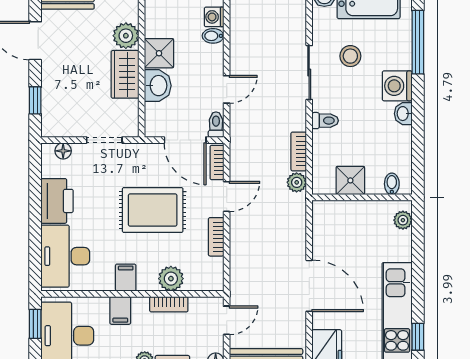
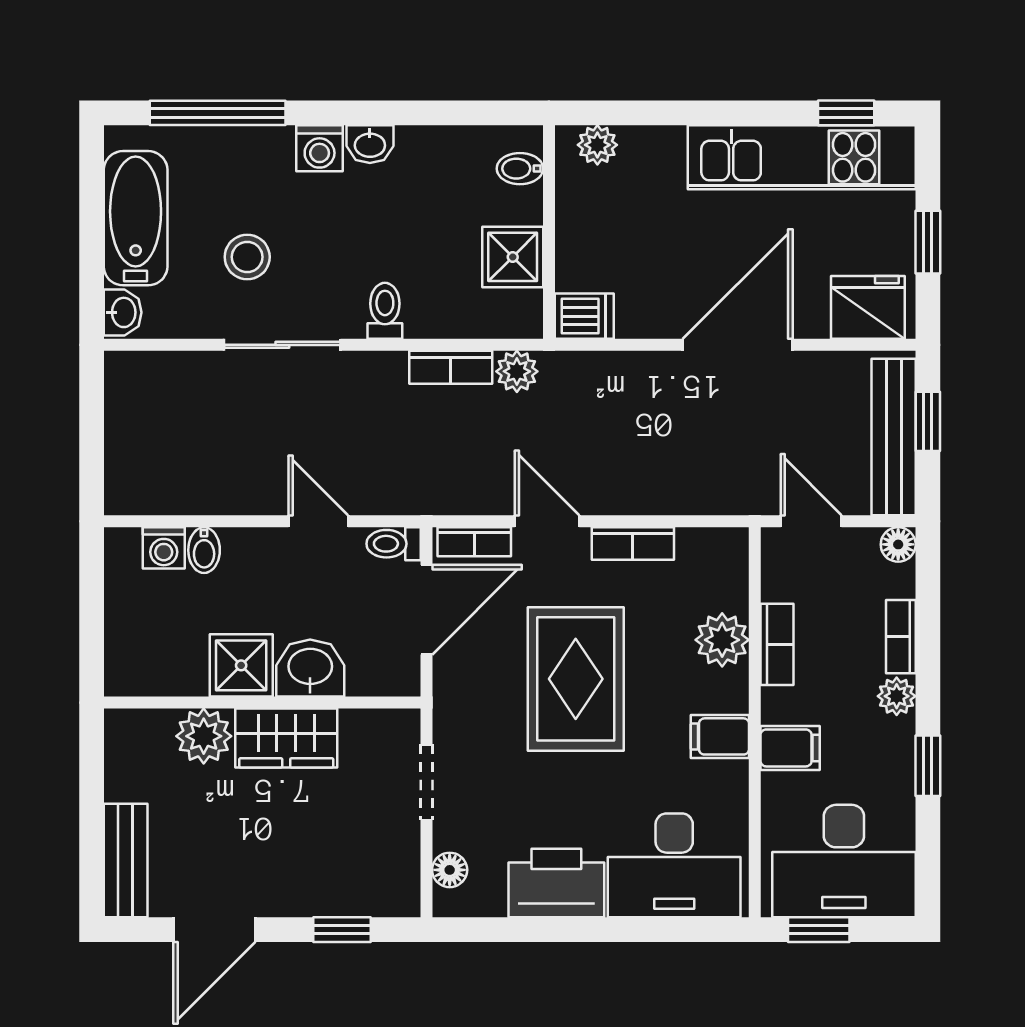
washing machine: (397, 86) -> (320, 148), width x0.73, depth x0.73
dishwasher: (323, 214) -> (584, 316), added

